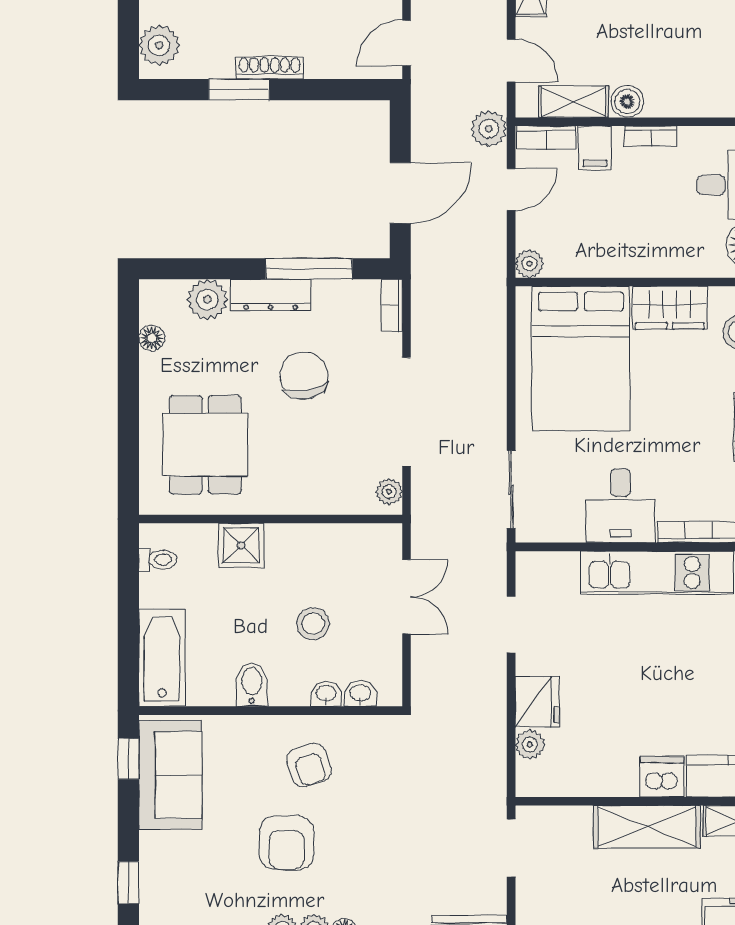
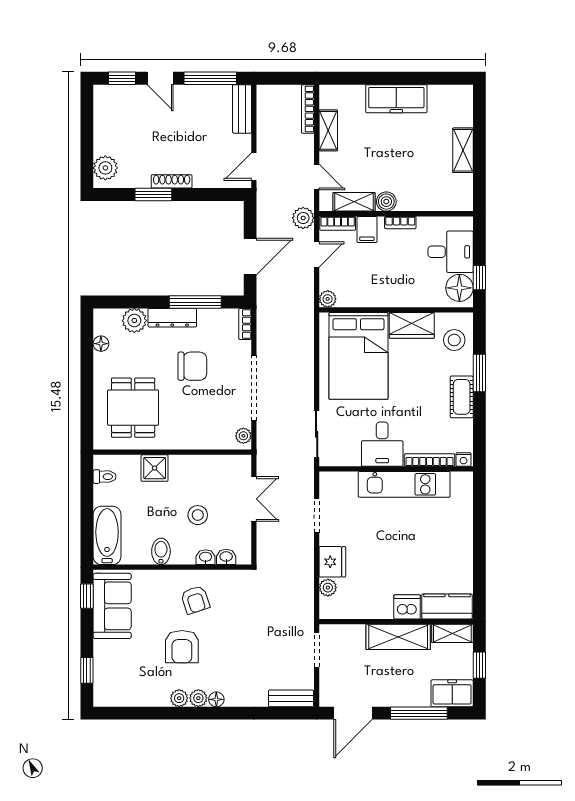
chair: (304, 376) -> (192, 366), turned 100

